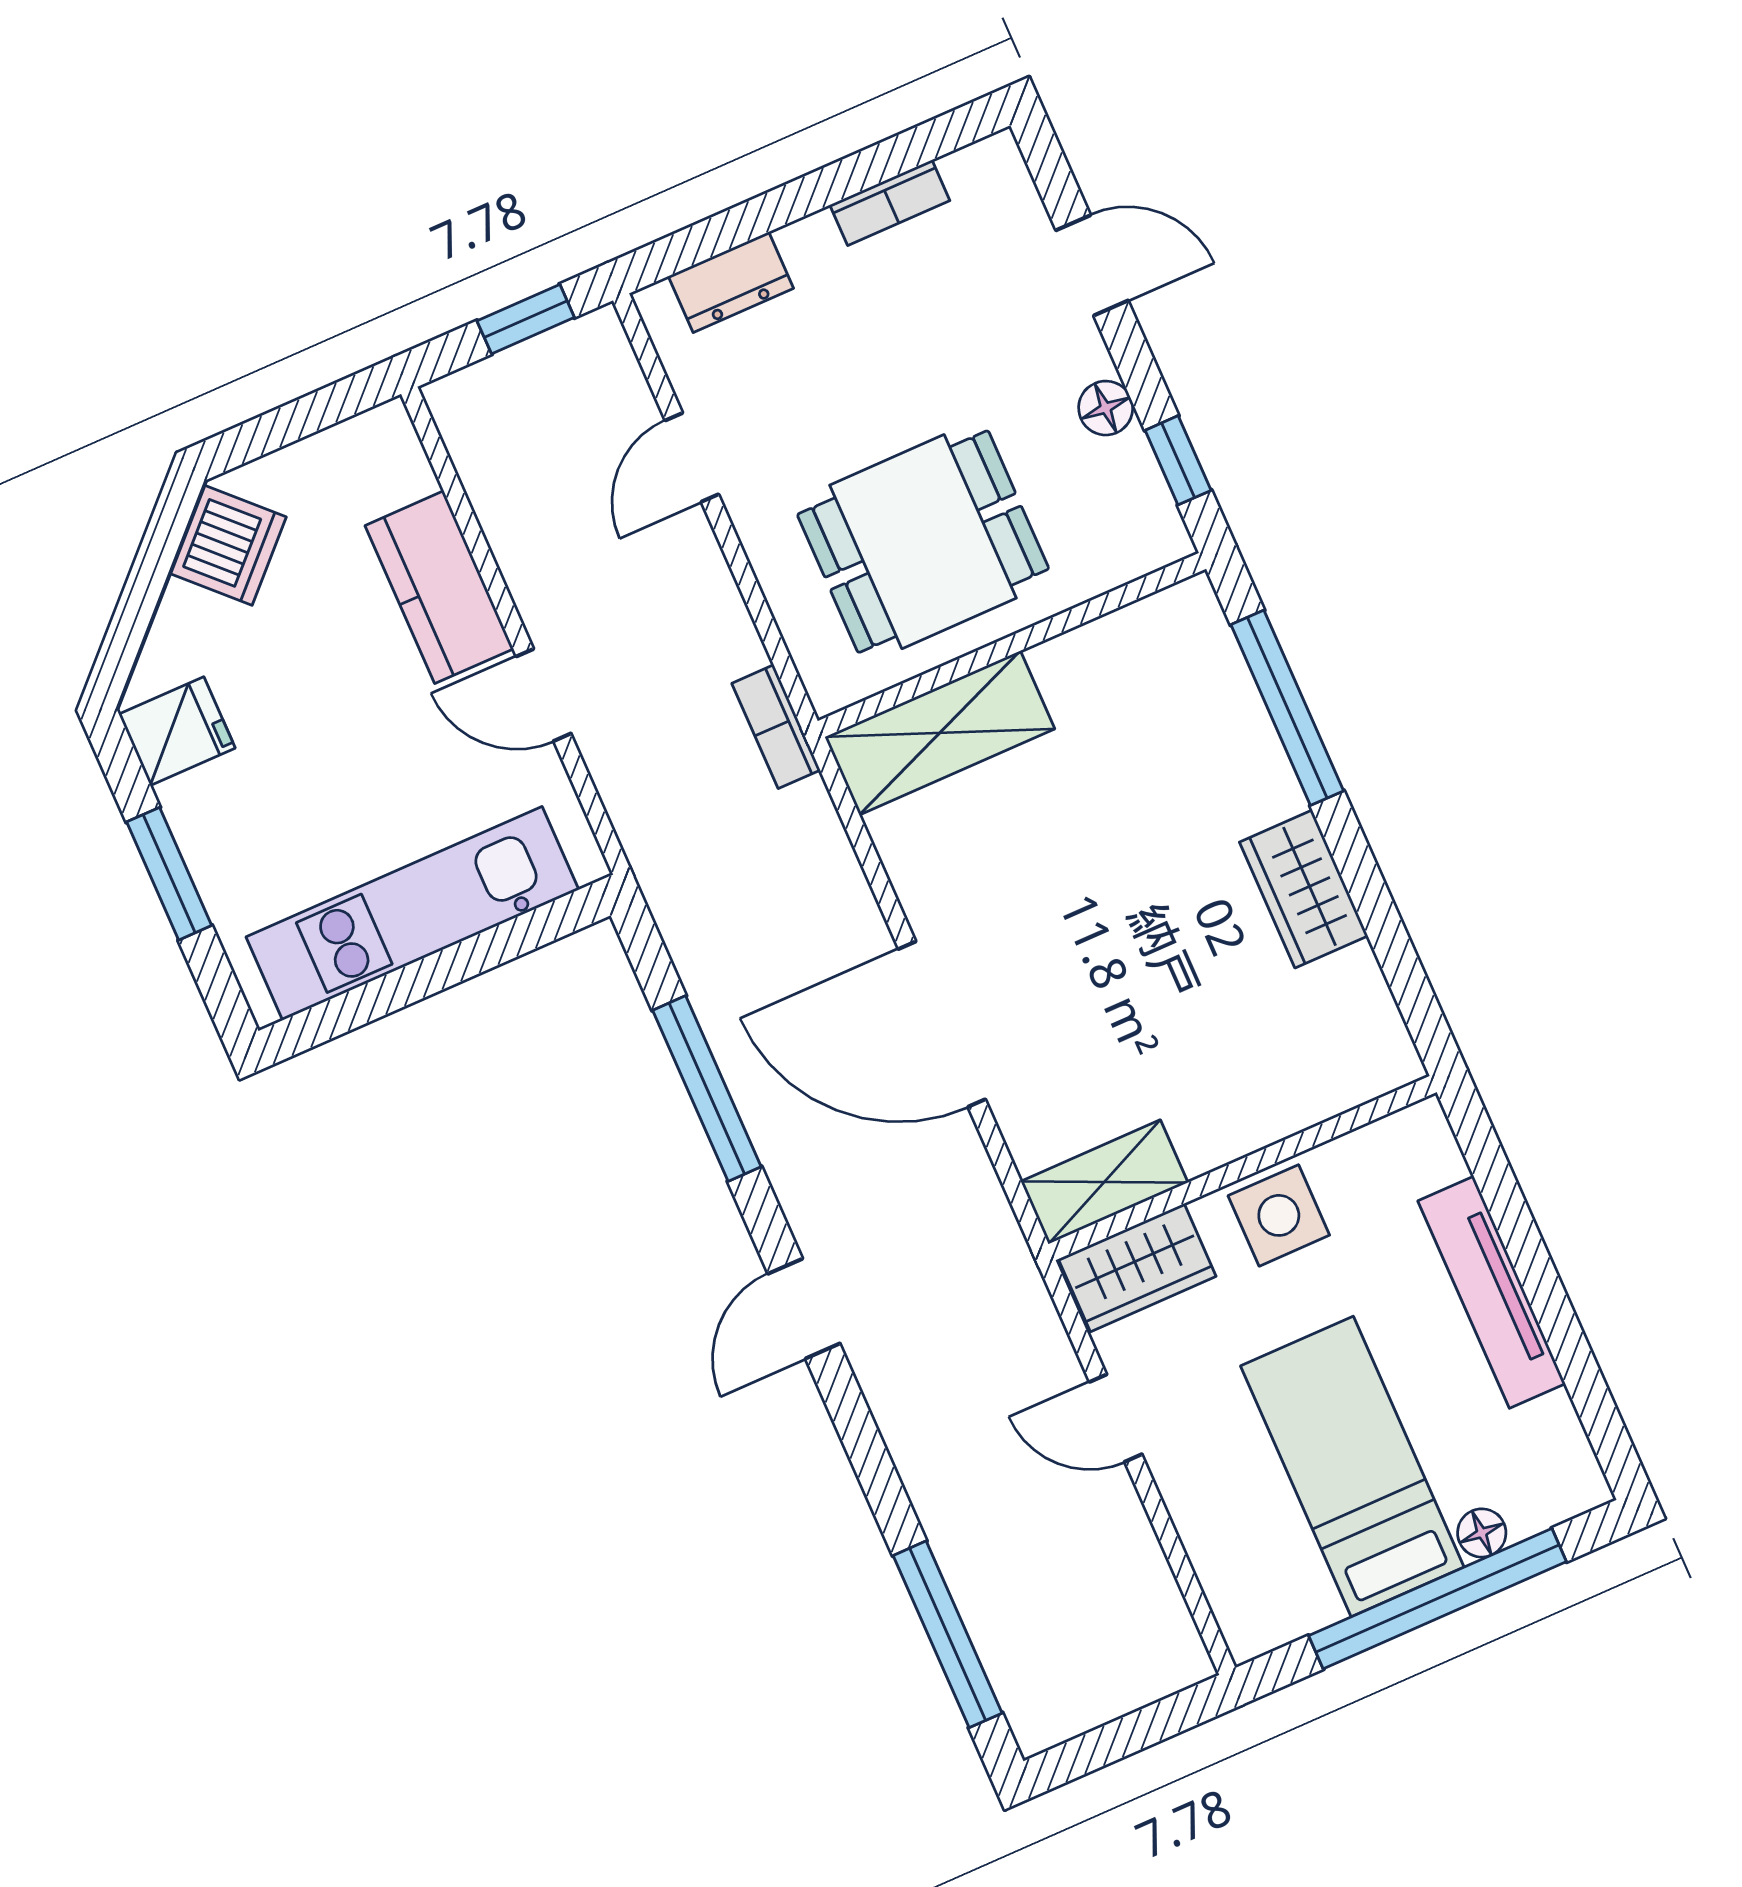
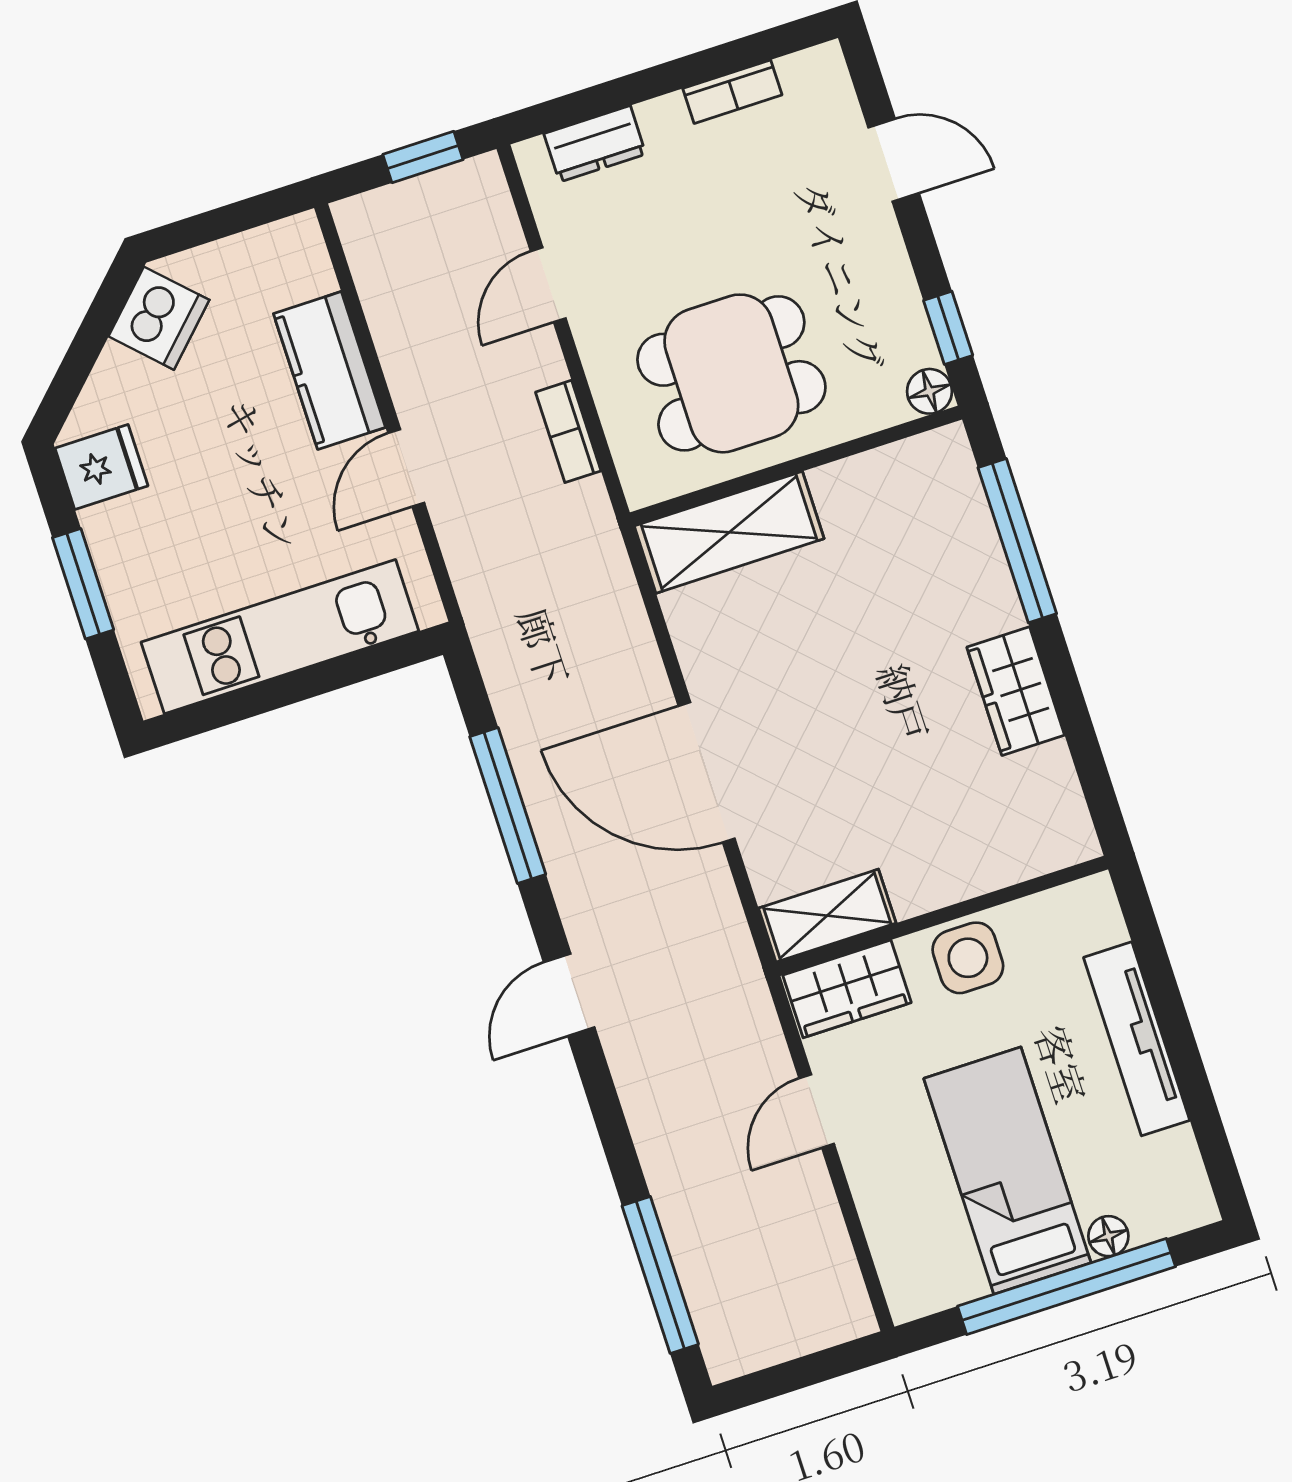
floor lamp: (1106, 408) -> (930, 391), moved
door: (544, 695) -> (406, 468), hinge flipped
bookcase: (776, 727) -> (568, 431), moved
door: (1116, 1418) -> (817, 1111), hinge flipped

